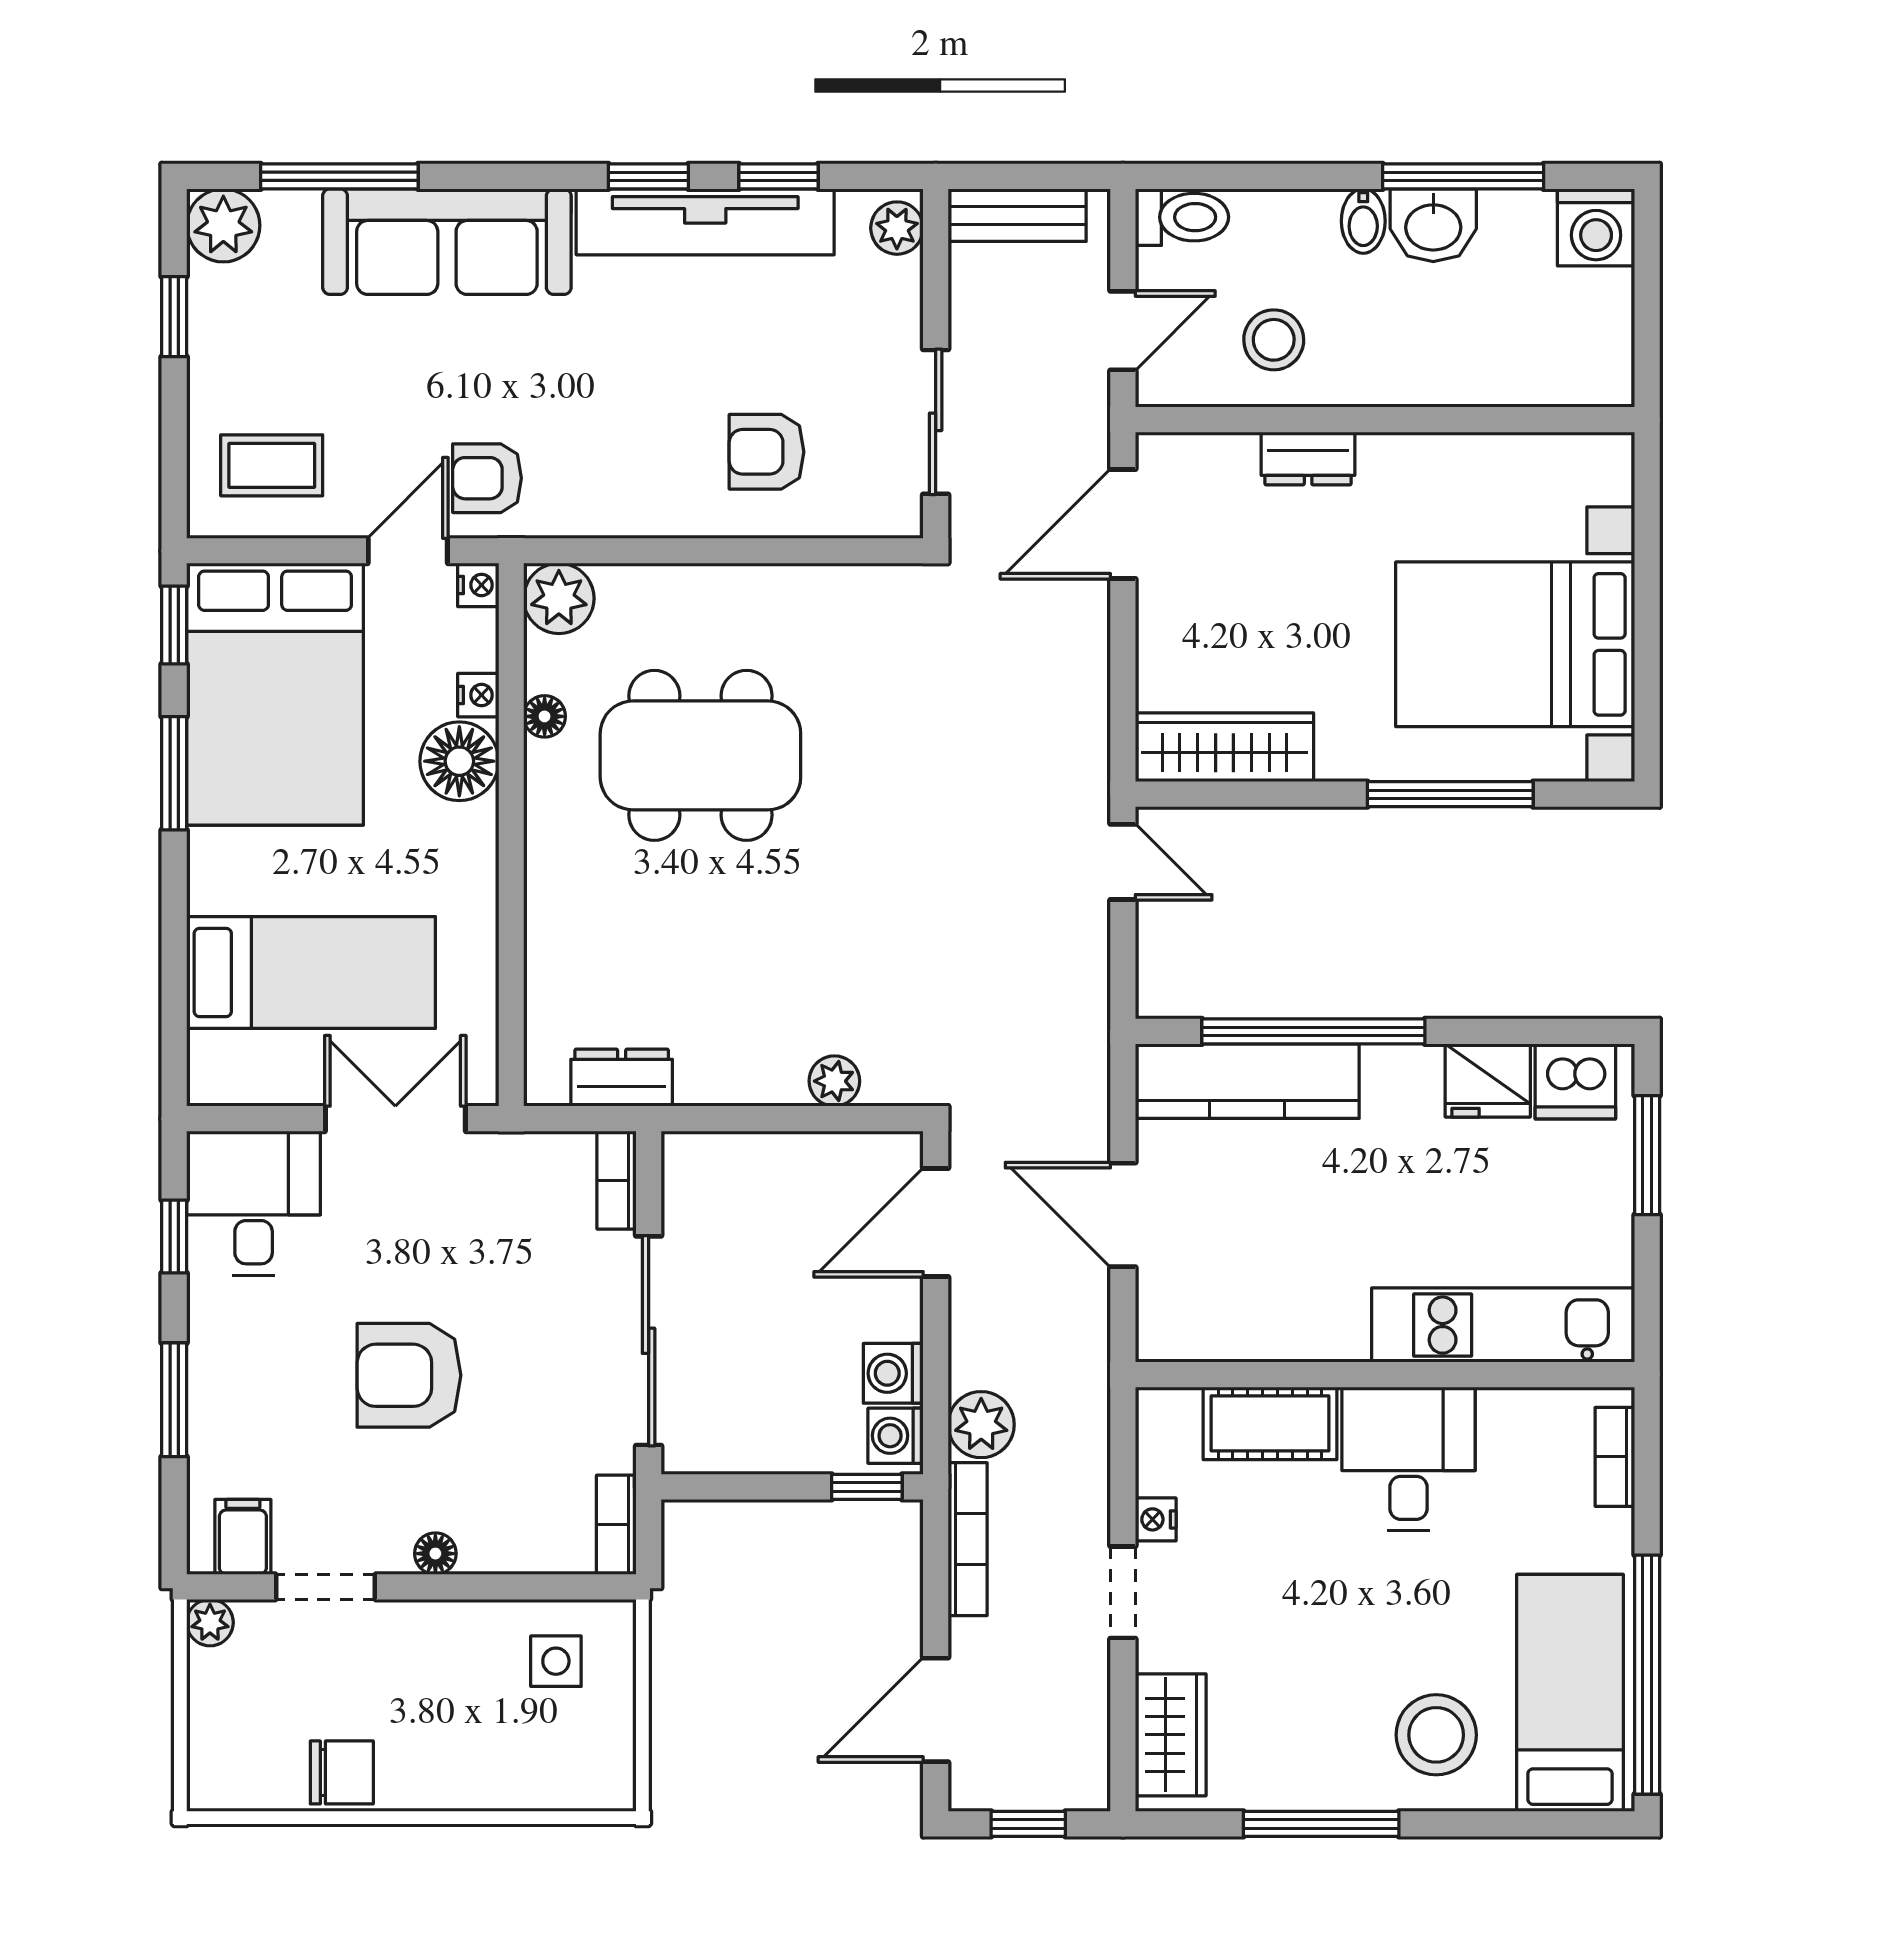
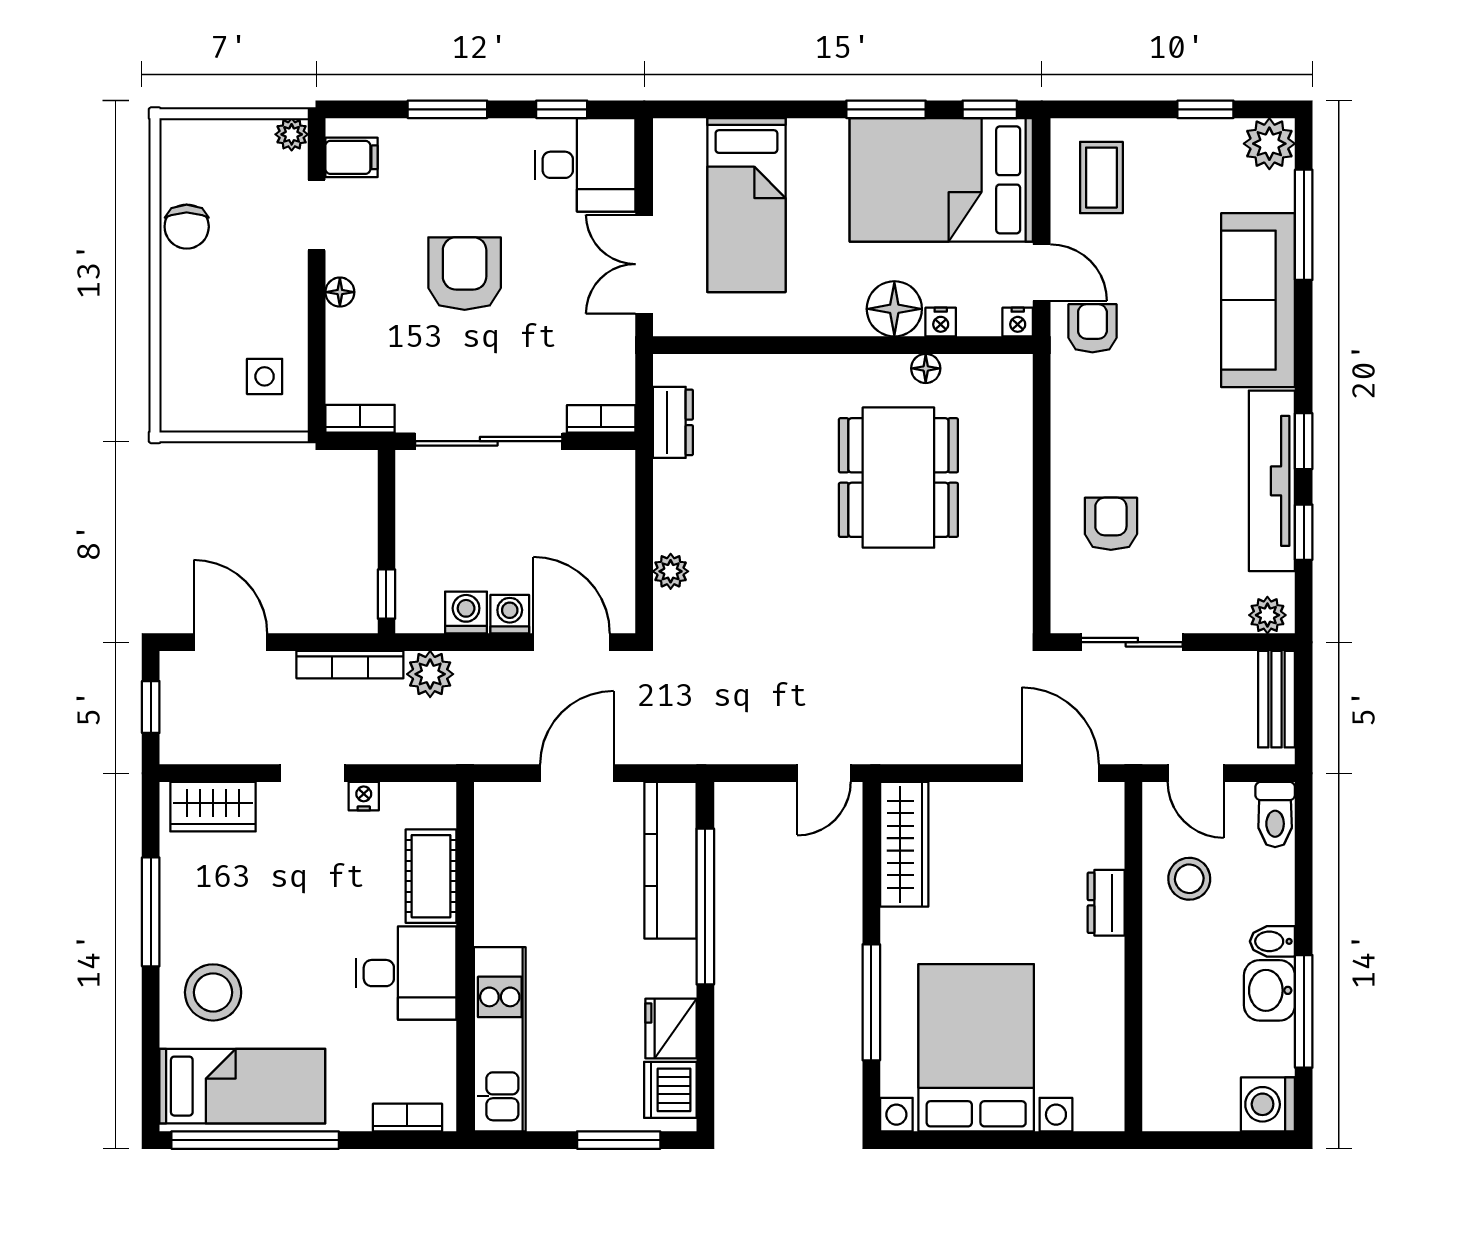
plant: (559, 598) -> (1008, 378), removed
double door: (395, 1119) -> (644, 264), swing flipped
washing machine: (896, 1436) -> (510, 614), moved

